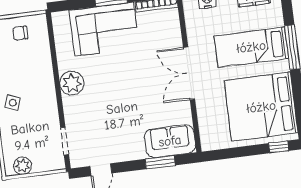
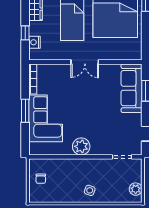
double door: (189, 73) -> (85, 62), width x0.73
sofa: (170, 141) -> (132, 88), width x1.36

